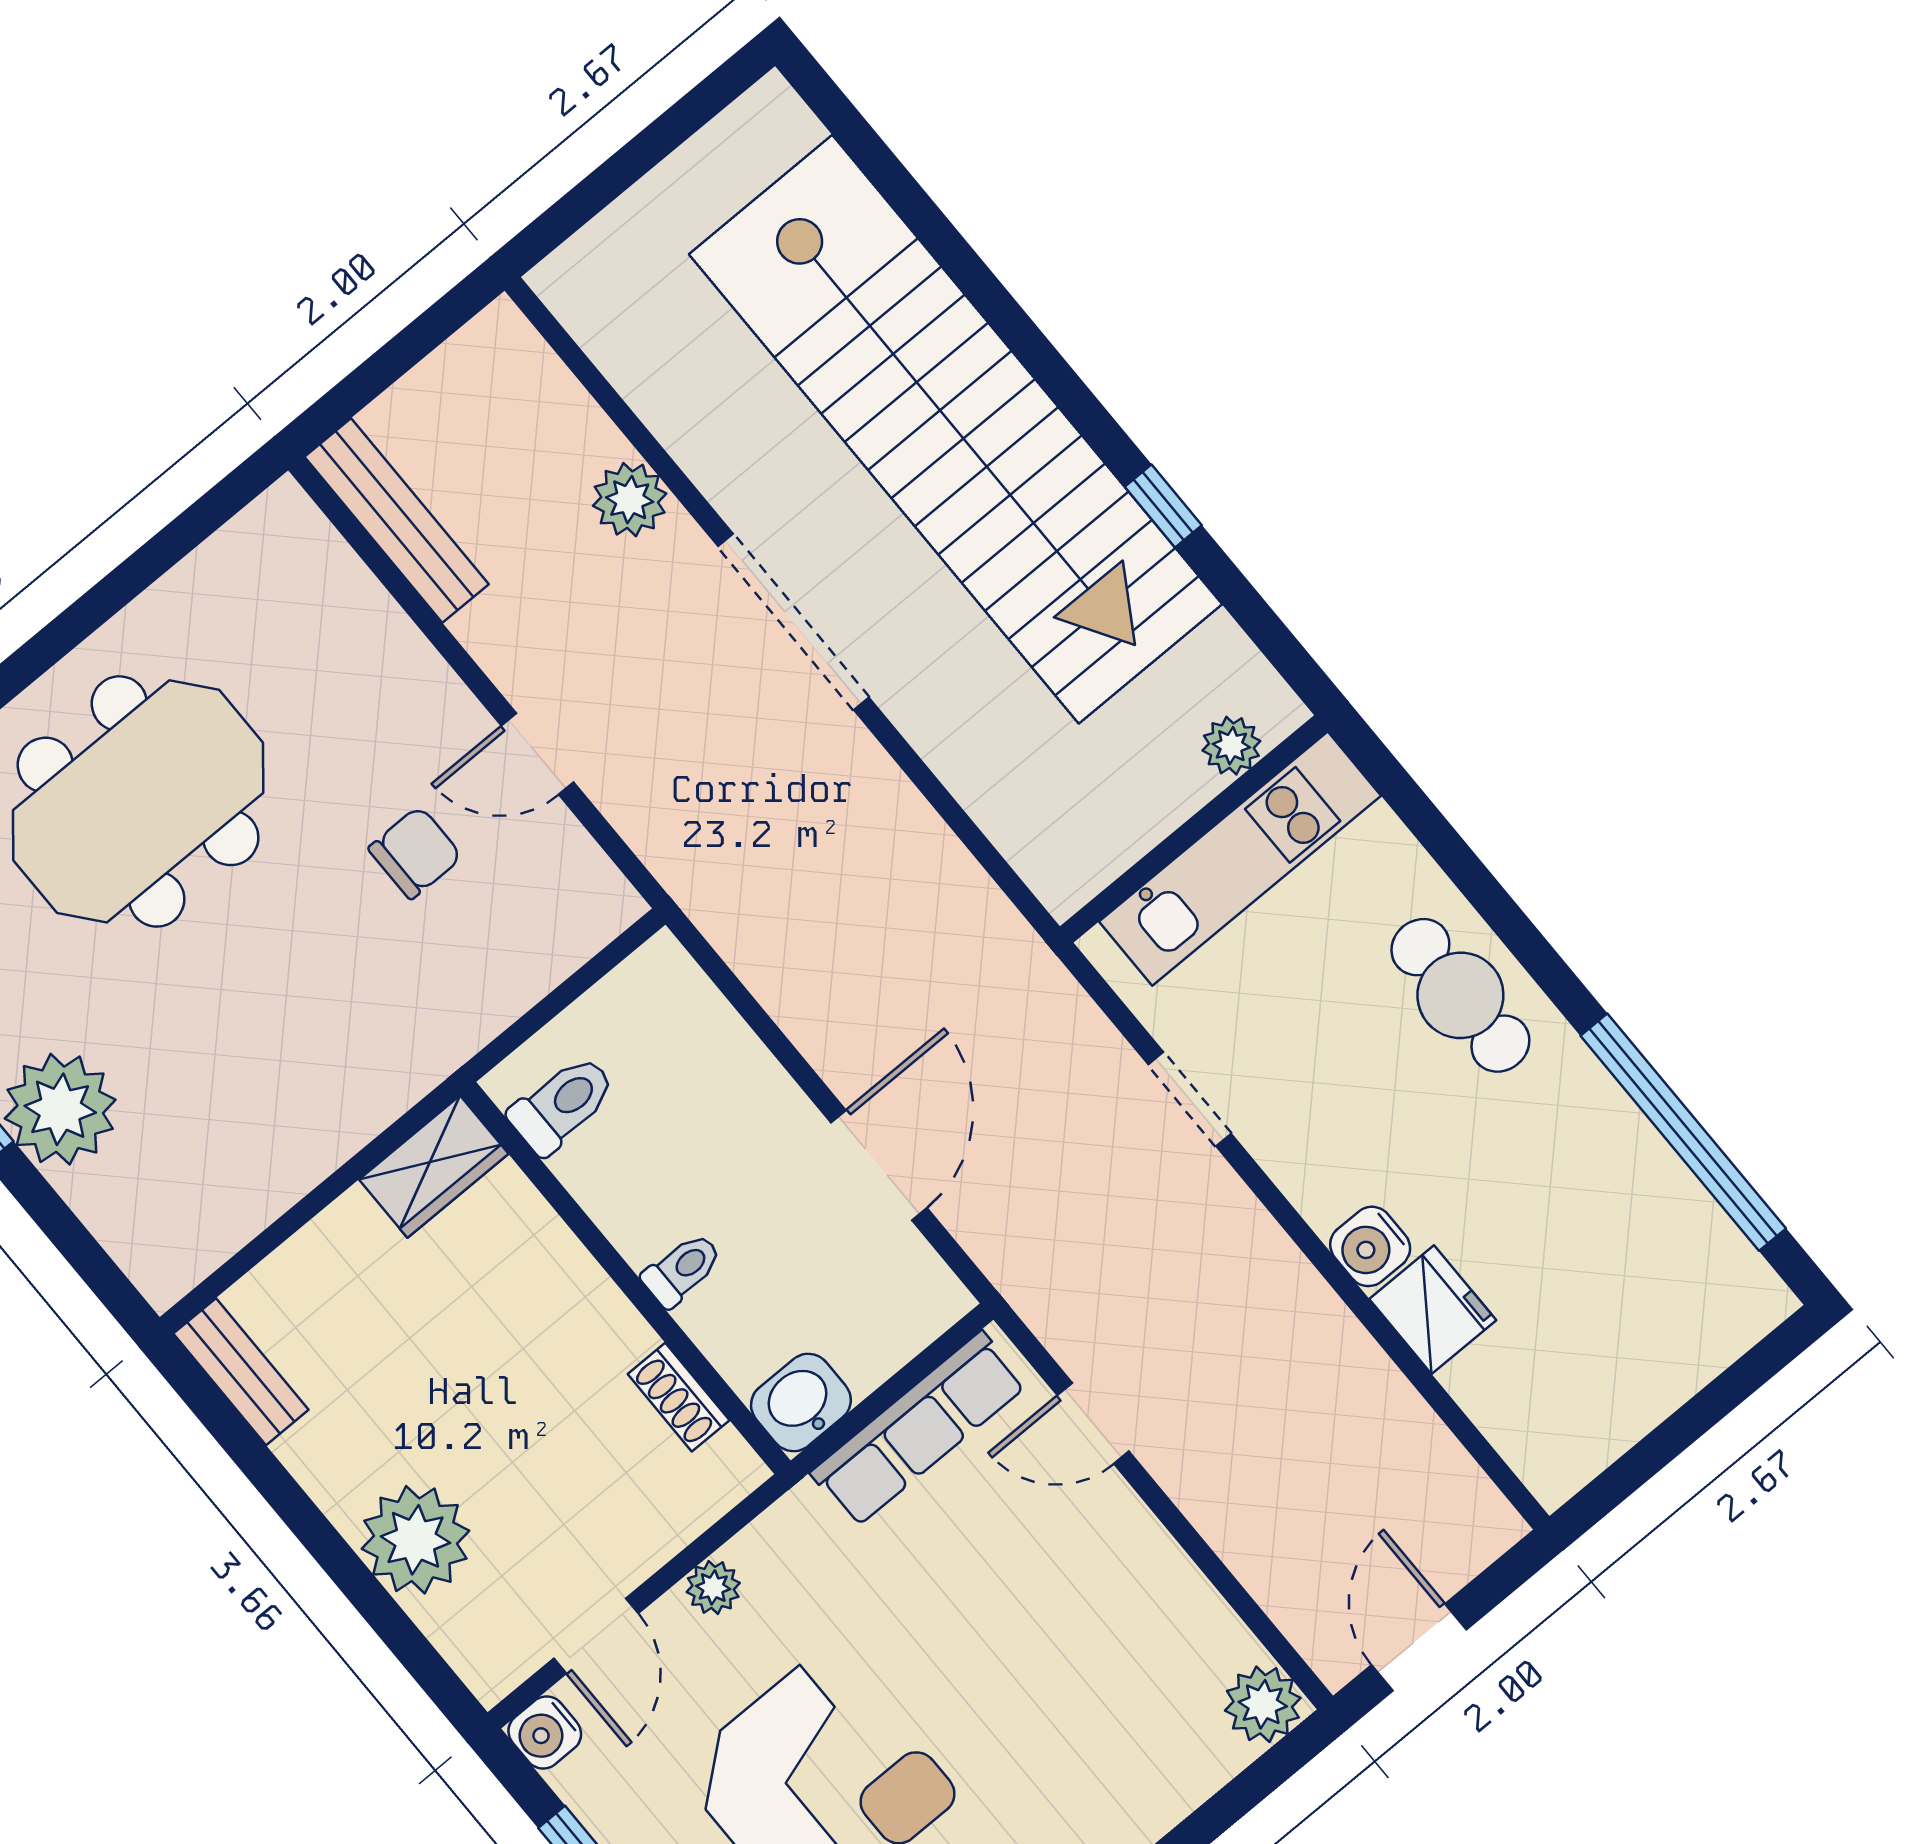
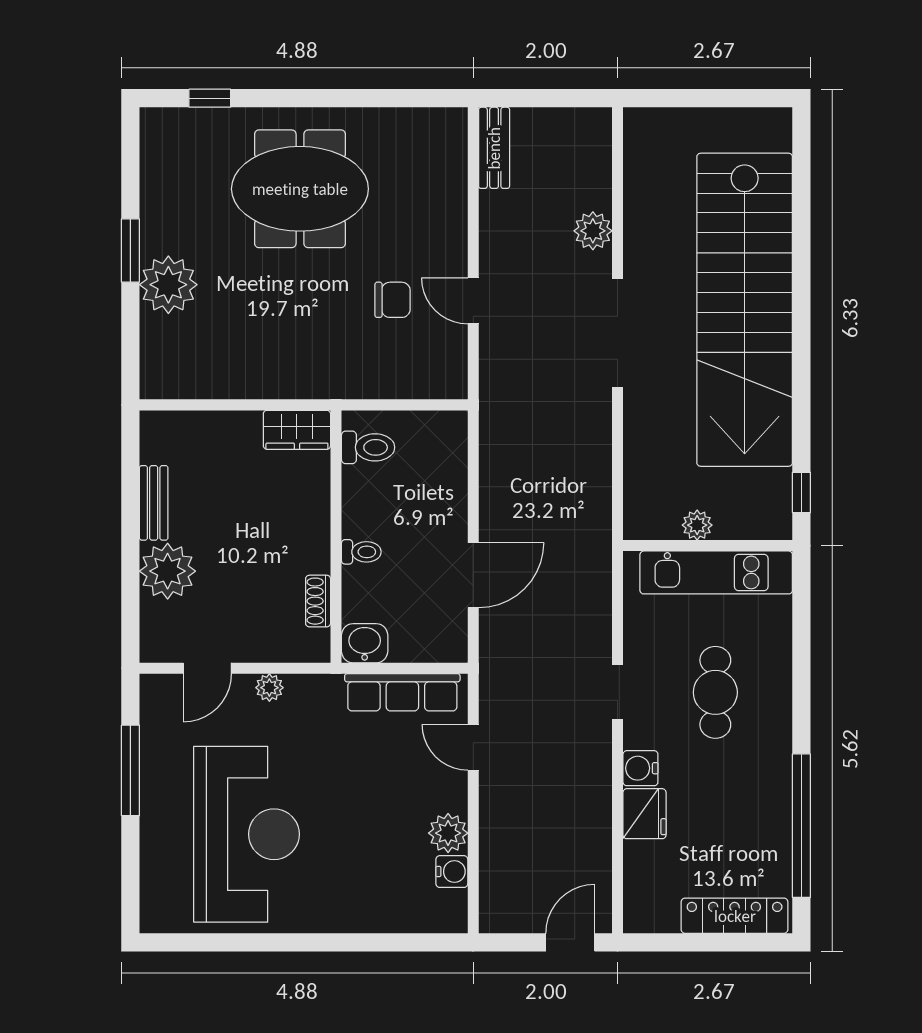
window: (1163, 506) -> (801, 493), moved
bench: (397, 521) -> (494, 148), width x0.73
plant: (1231, 746) -> (697, 525), moved
cafe table: (1460, 995) -> (715, 692), moved
doorway: (1190, 1099) -> (617, 692), moved
locker: (1695, 1351) -> (735, 916), added
bench: (241, 1372) -> (154, 503), moved
door: (1419, 1647) -> (570, 942), moved
plant: (1263, 1704) -> (448, 833), moved
water cooler: (545, 1732) -> (452, 872), moved, turned 180

